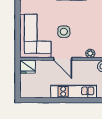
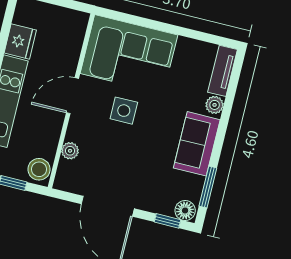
fridge: (27, 67) -> (20, 42), moved, turned 180

